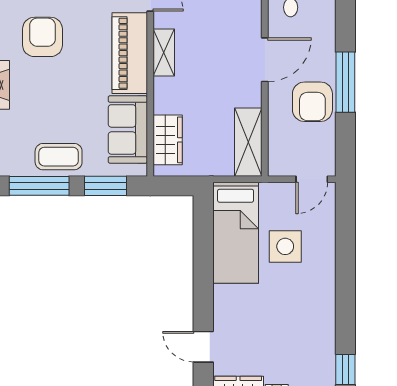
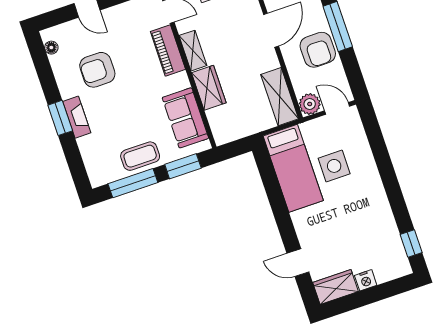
armchair: (42, 37) -> (97, 70), turned -90
piano: (130, 53) -> (168, 50), width x0.73, depth x0.75
wardrobe: (168, 140) -> (209, 88), moved
plant: (281, 163) -> (310, 104), added
door: (312, 179) -> (337, 108), swing flipped

